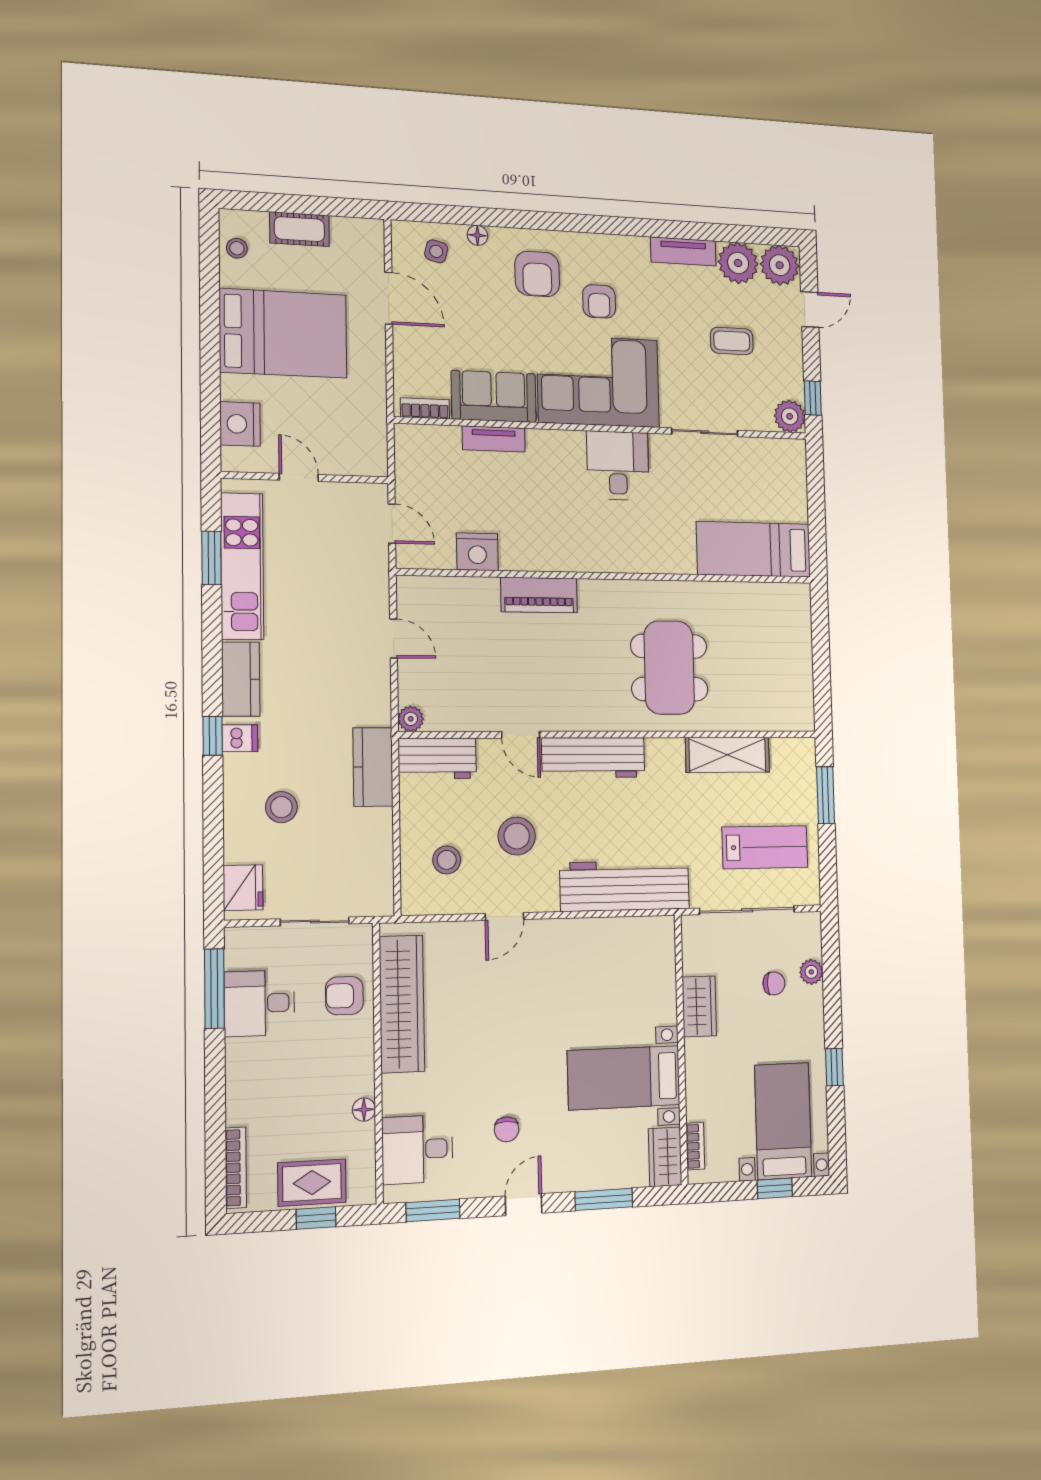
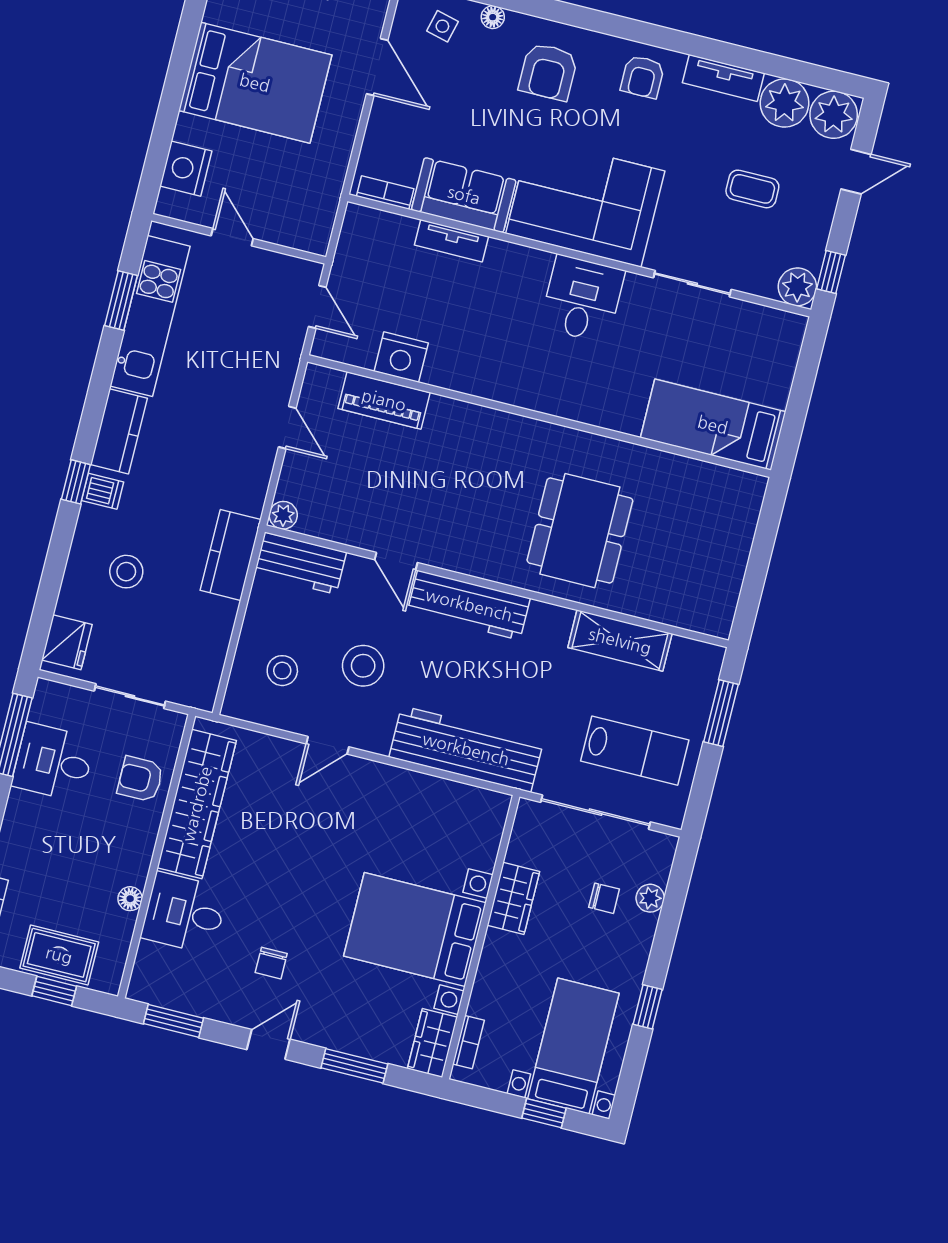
armchair: (599, 301) -> (643, 77), moved
piano: (539, 595) -> (384, 400), moved
bed with nightstands: (624, 1078) -> (415, 929), width x1.36
desk: (417, 1149) -> (184, 913), moved

